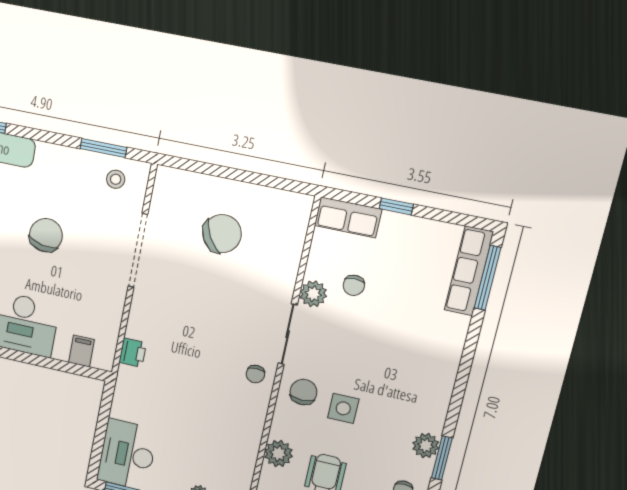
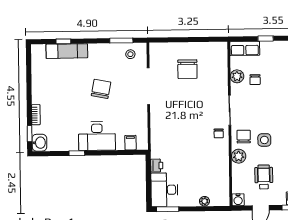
chair: (222, 234) -> (187, 69), turned 120
plant: (313, 294) -> (237, 76), moved
printer: (133, 353) -> (157, 166), moved
plant: (278, 454) -> (239, 156), moved

